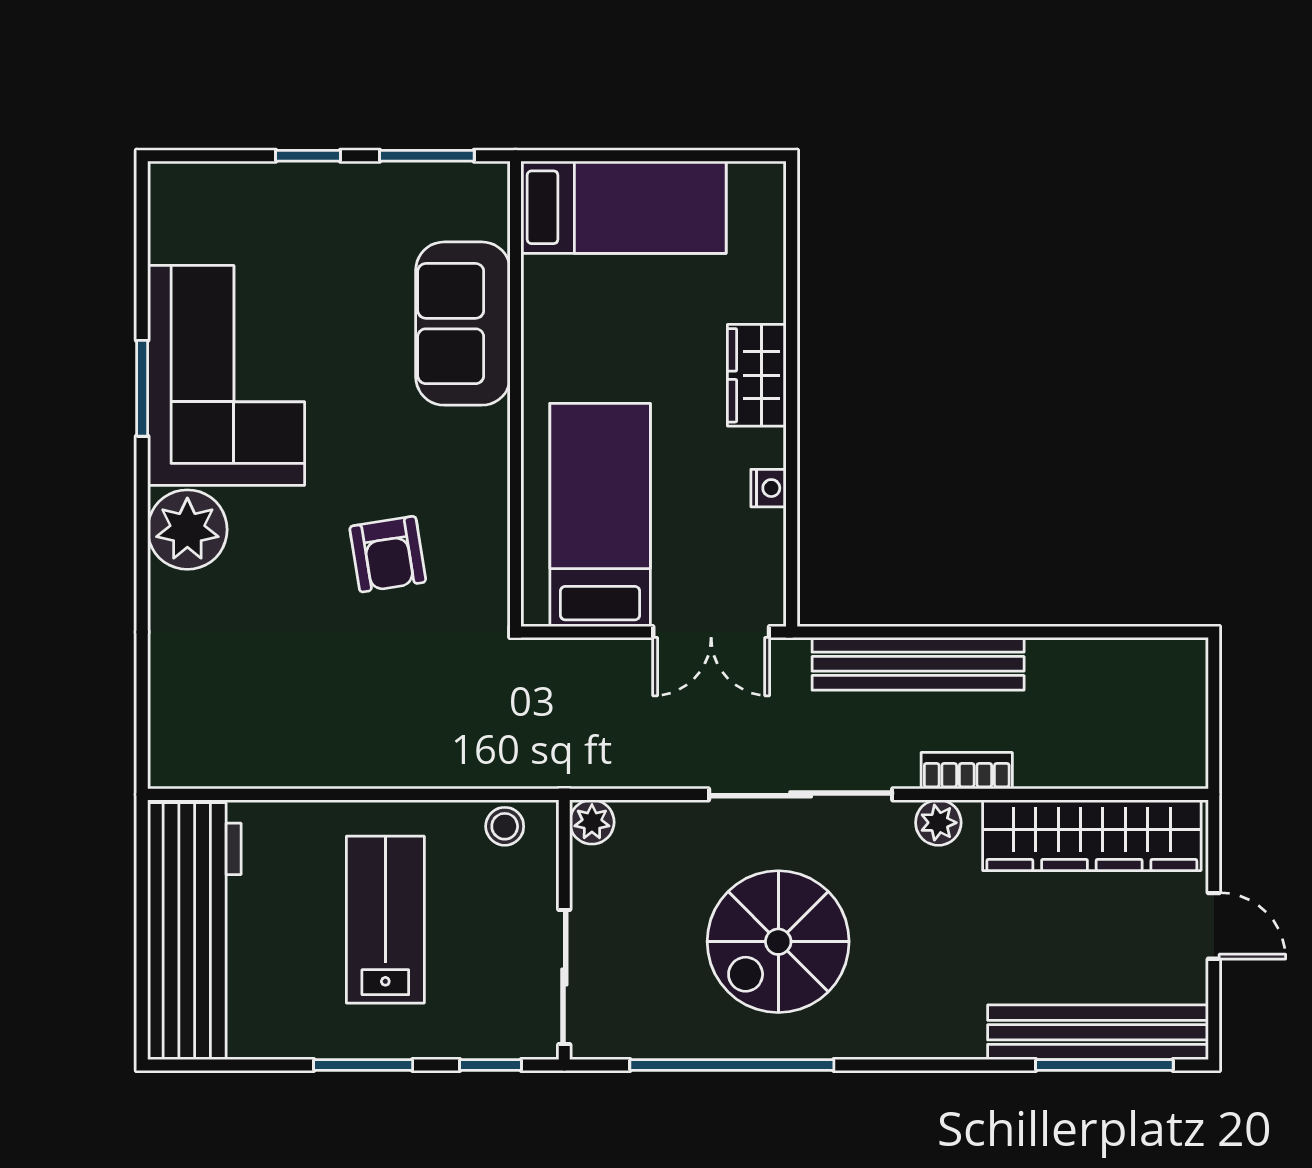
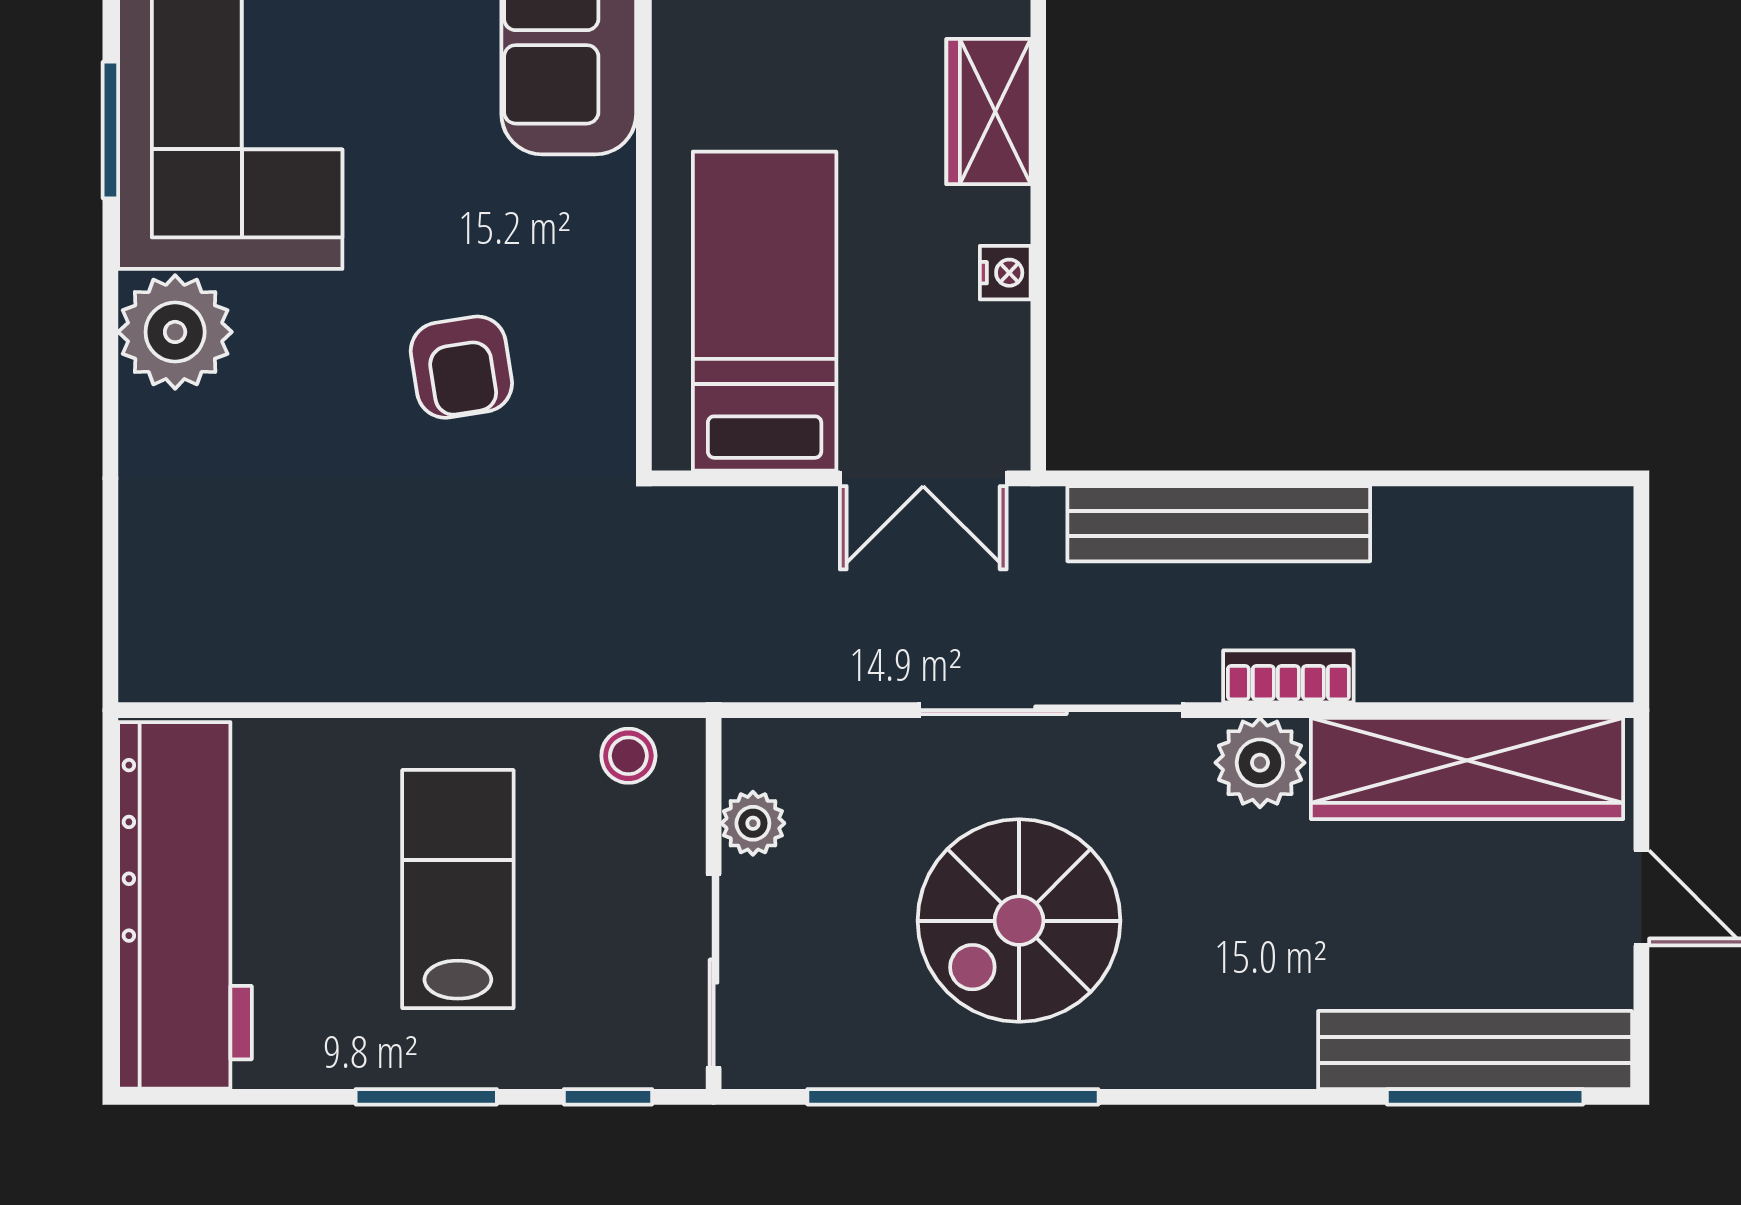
plant: (592, 822) -> (753, 823), moved
plant: (938, 823) -> (1260, 763), width x1.38, depth x1.38

